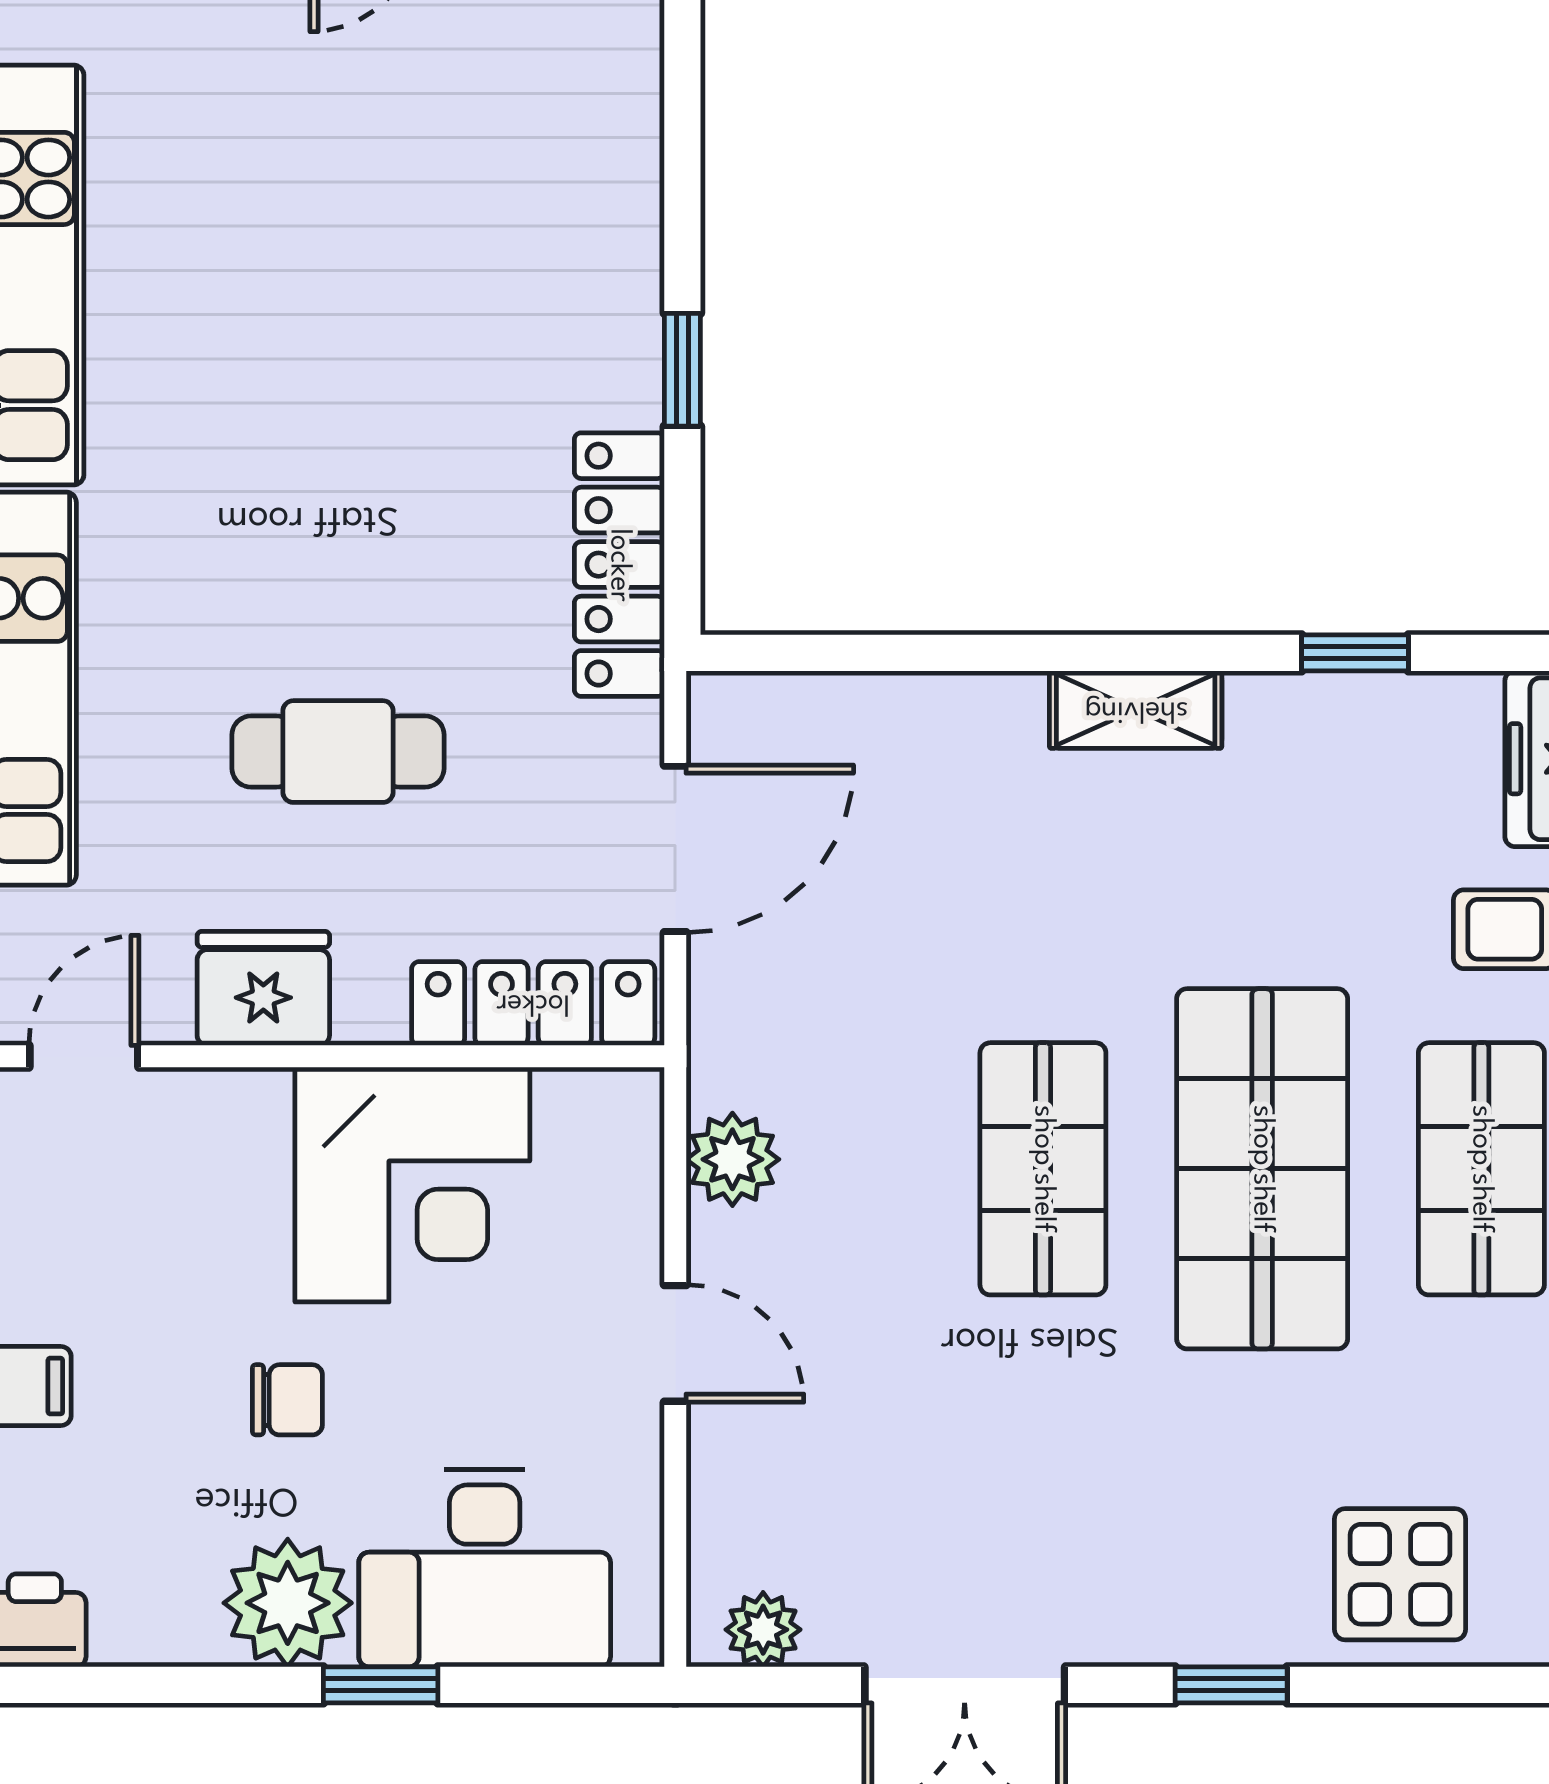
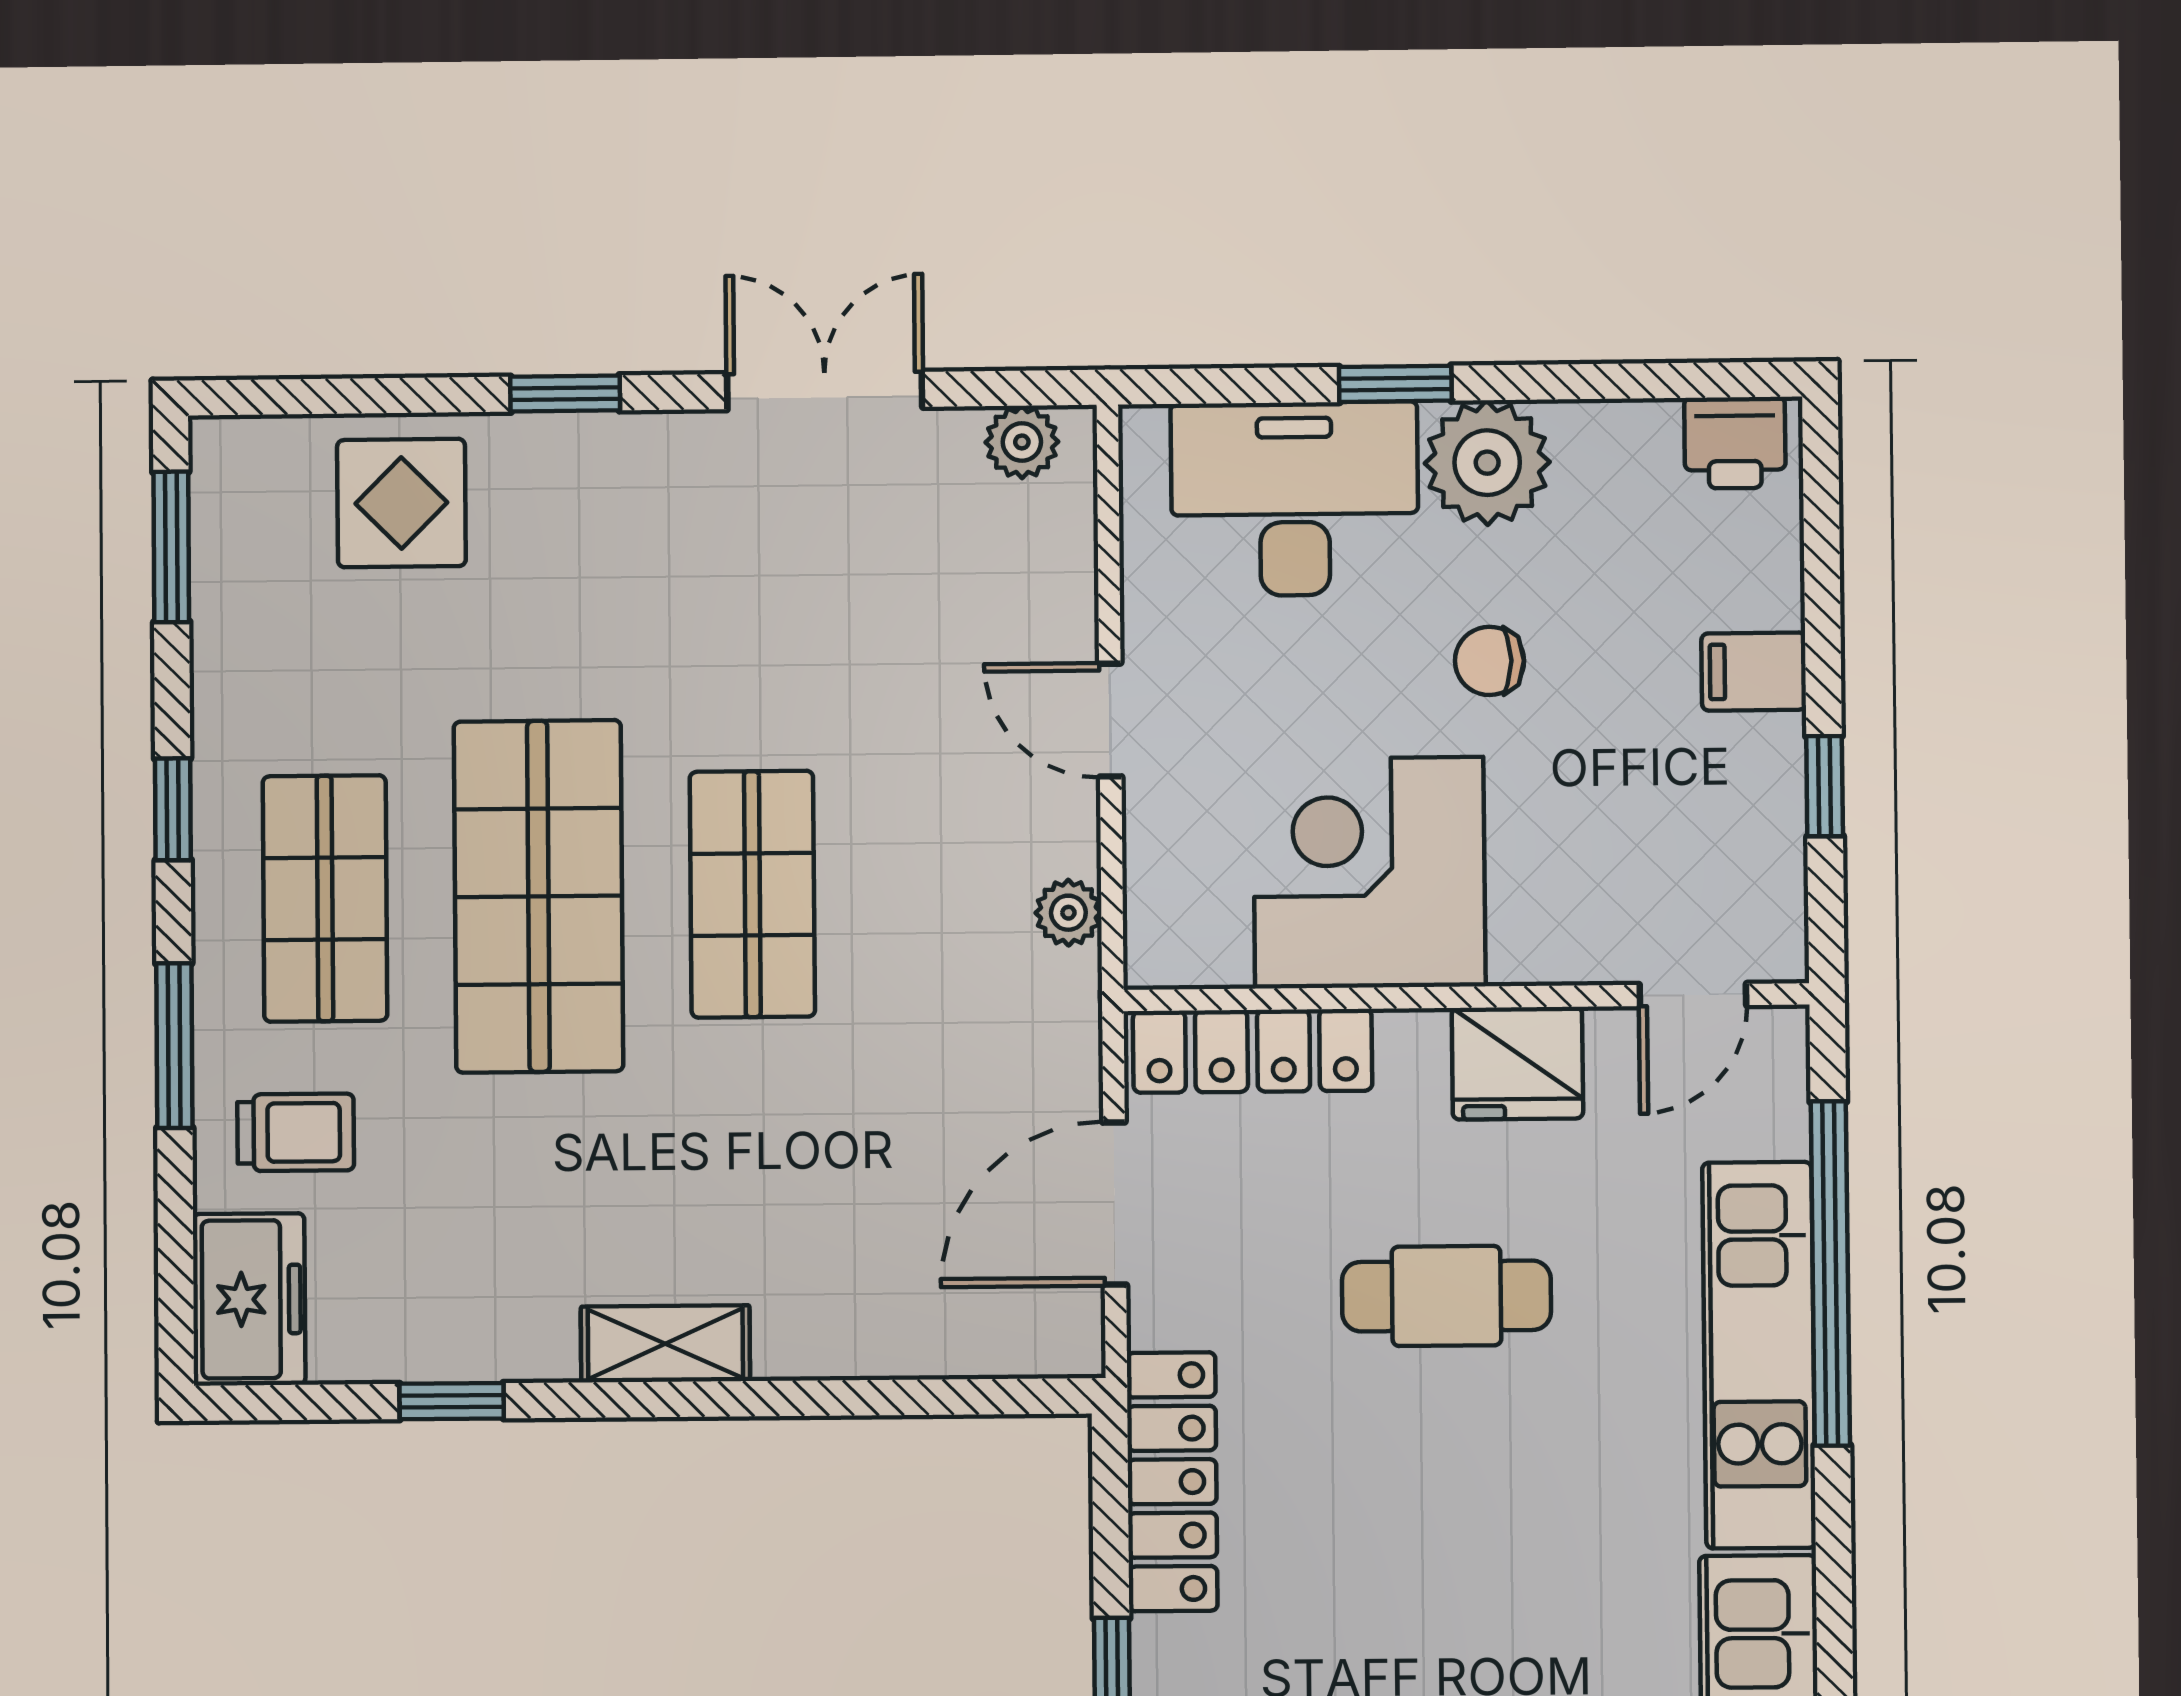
plant: (732, 1159) -> (1068, 913), width x0.73, depth x0.73

